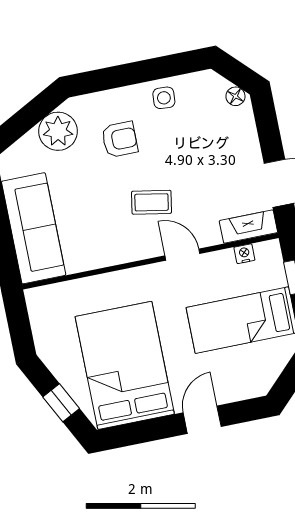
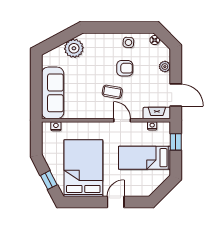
floor lamp: (235, 96) -> (155, 40), moved
plant: (246, 131) -> (165, 67), added
armchair: (120, 139) -> (125, 68), moved
nightstand: (53, 293) -> (56, 126), added

